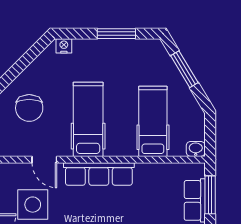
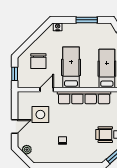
door: (44, 160) -> (47, 90), swing flipped
row of seats: (99, 174) -> (84, 98), width x1.36

